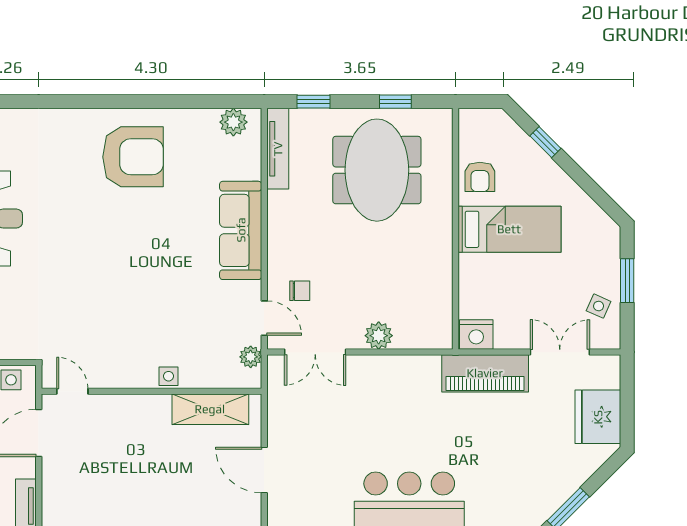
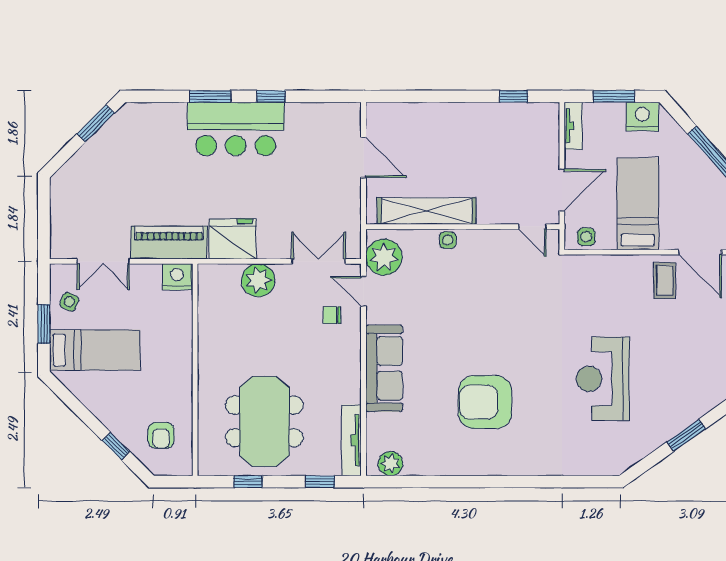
armchair: (133, 157) -> (485, 402), moved
armchair: (480, 177) -> (161, 435), moved, turned 180
bed: (509, 229) -> (95, 350), moved, turned 180
plant: (379, 336) -> (258, 280), width x1.36, depth x1.36
plant: (251, 357) -> (384, 257), width x1.87, depth x1.87
shelving: (210, 409) -> (426, 211), width x1.47
fridge: (598, 417) -> (233, 239), moved, turned -90

